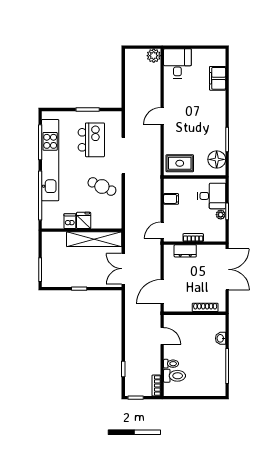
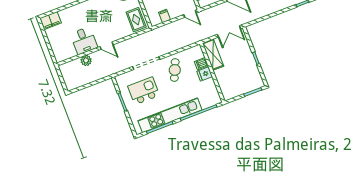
plant: (154, 56) -> (86, 60), moved
desk: (177, 63) -> (84, 41), moved, turned -90
filing cabinet: (218, 78) -> (51, 21), moved
dishwasher: (70, 221) -> (201, 64), moved
shelving: (94, 239) -> (213, 55), width x0.68

